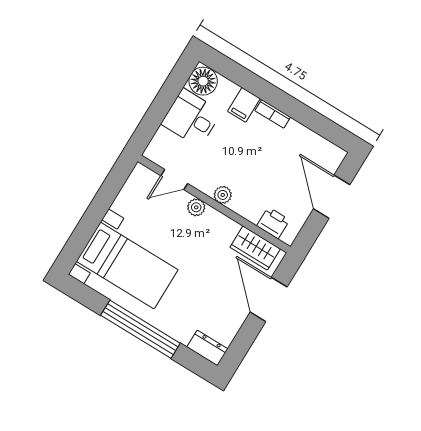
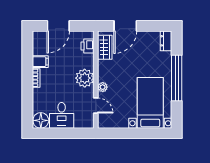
filing cabinet: (244, 105) -> (40, 62), moved
plant: (223, 195) -> (85, 78), width x1.87, depth x1.87

